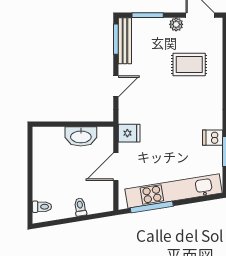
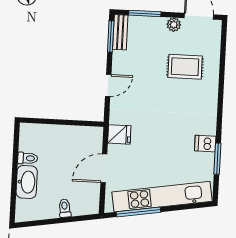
bench: (125, 41) -> (120, 32), width x0.73
washbasin: (81, 136) -> (27, 182), moved, turned -90
toilet: (42, 207) -> (28, 158), moved

